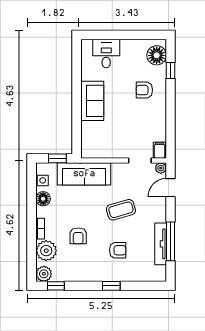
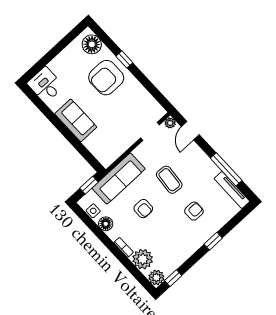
desk: (106, 54) -> (46, 85), moved
window: (171, 70) -> (124, 59), moved
armchair: (144, 90) -> (106, 78), width x1.88, depth x1.88
filing cabinet: (160, 150) -> (157, 111), removed
coffee table: (121, 210) -> (169, 180), turned -69
armchair: (78, 236) -> (143, 209), moved
tv unit: (161, 244) -> (232, 190), moved

